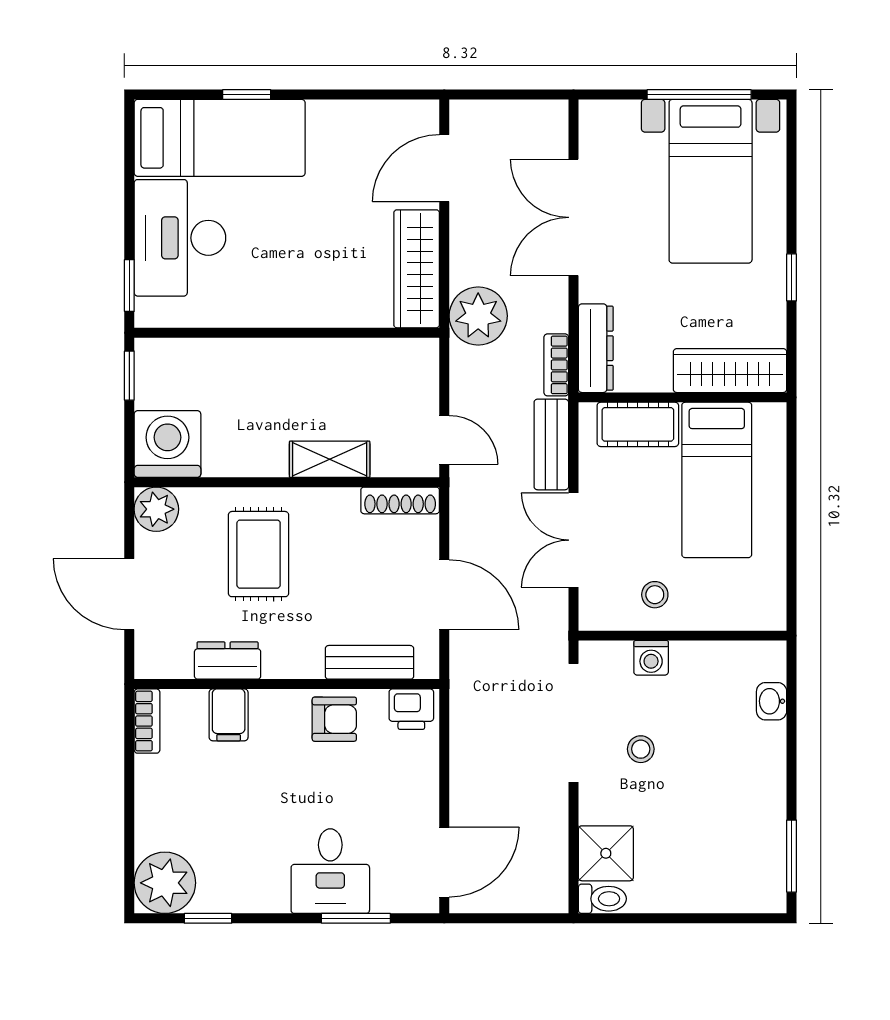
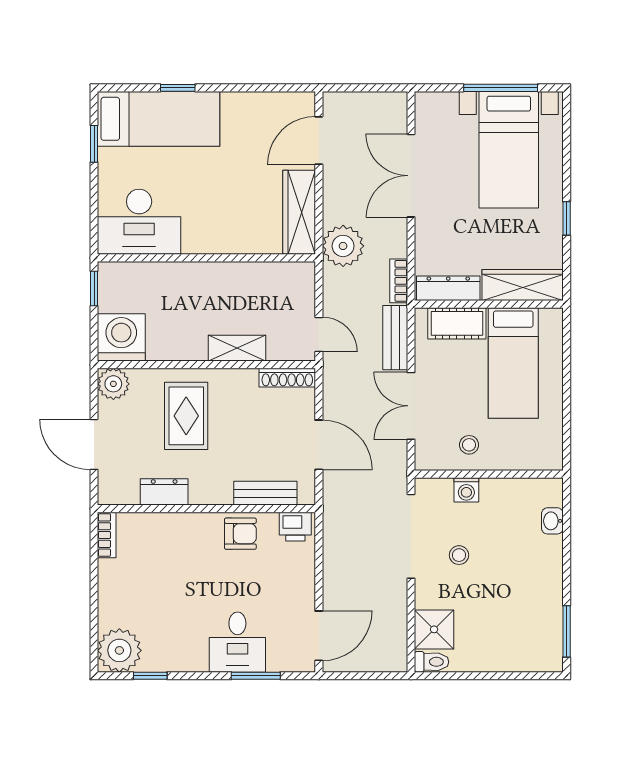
desk: (180, 238) -> (139, 222), moved, turned -90
window: (129, 285) -> (94, 144), moved
dresser: (596, 348) -> (448, 288), moved, turned -90
filing cabinet: (229, 715) -> (165, 531), removed

